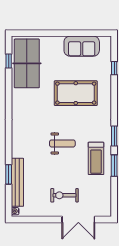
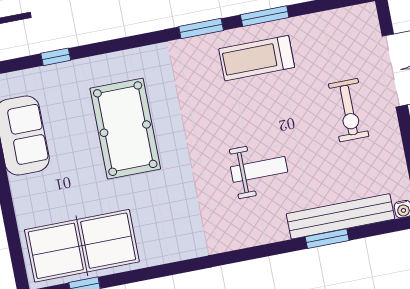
weight bench: (62, 143) -> (259, 169), moved, turned 90
treadmill: (96, 158) -> (257, 58), turned 180

